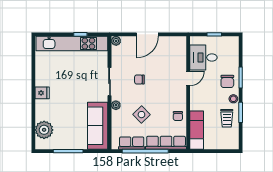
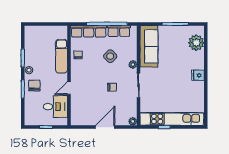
trolley: (227, 118) -> (35, 53), removed
exam couch: (197, 130) -> (61, 56), moved

